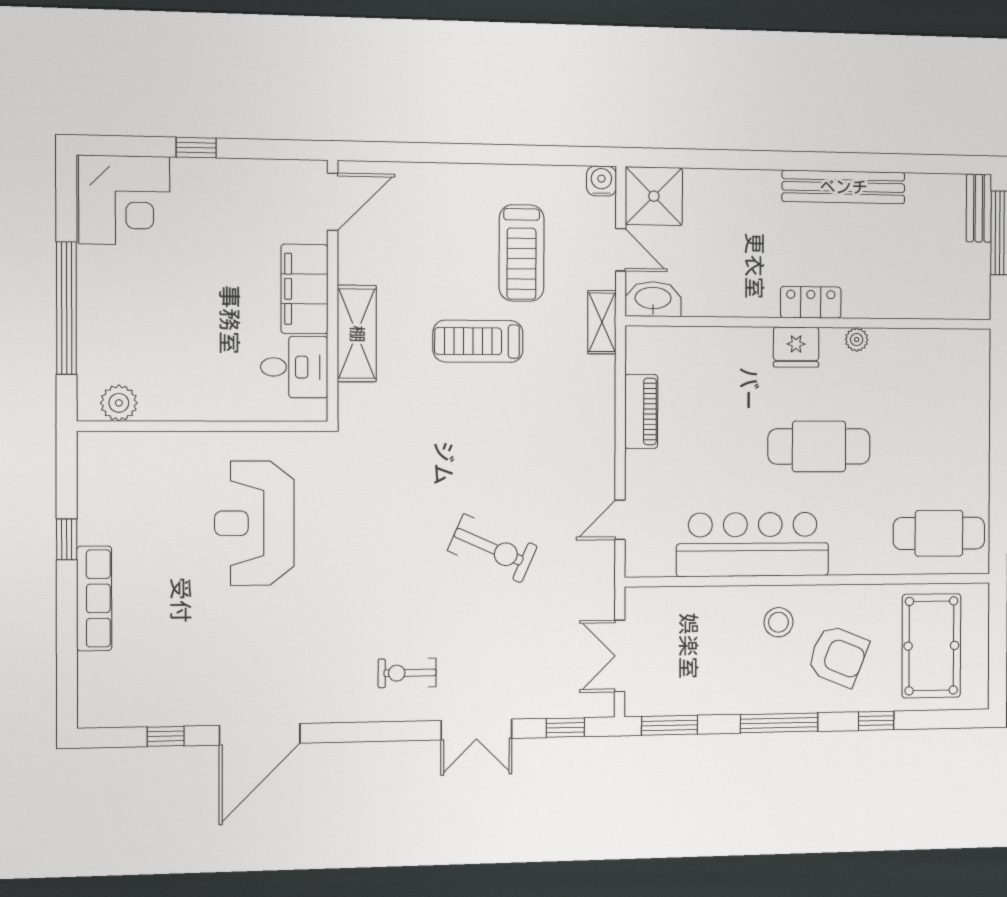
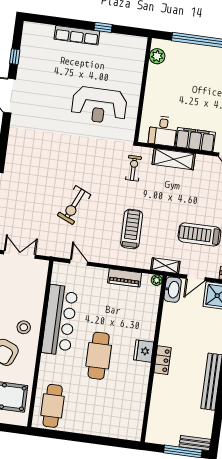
plant: (857, 340) -> (157, 280), moved
treadmill: (478, 341) -> (132, 229), moved
reception desk: (254, 523) -> (99, 105), turned 180
exercise bike: (407, 673) -> (134, 168), moved

